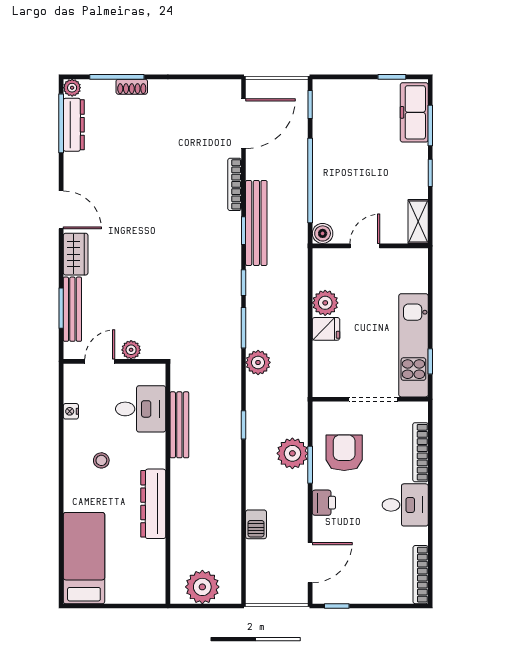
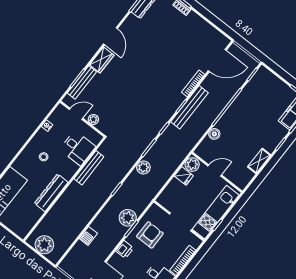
door: (365, 246) -> (215, 171), moved
wall: (370, 246) -> (217, 172), moved

